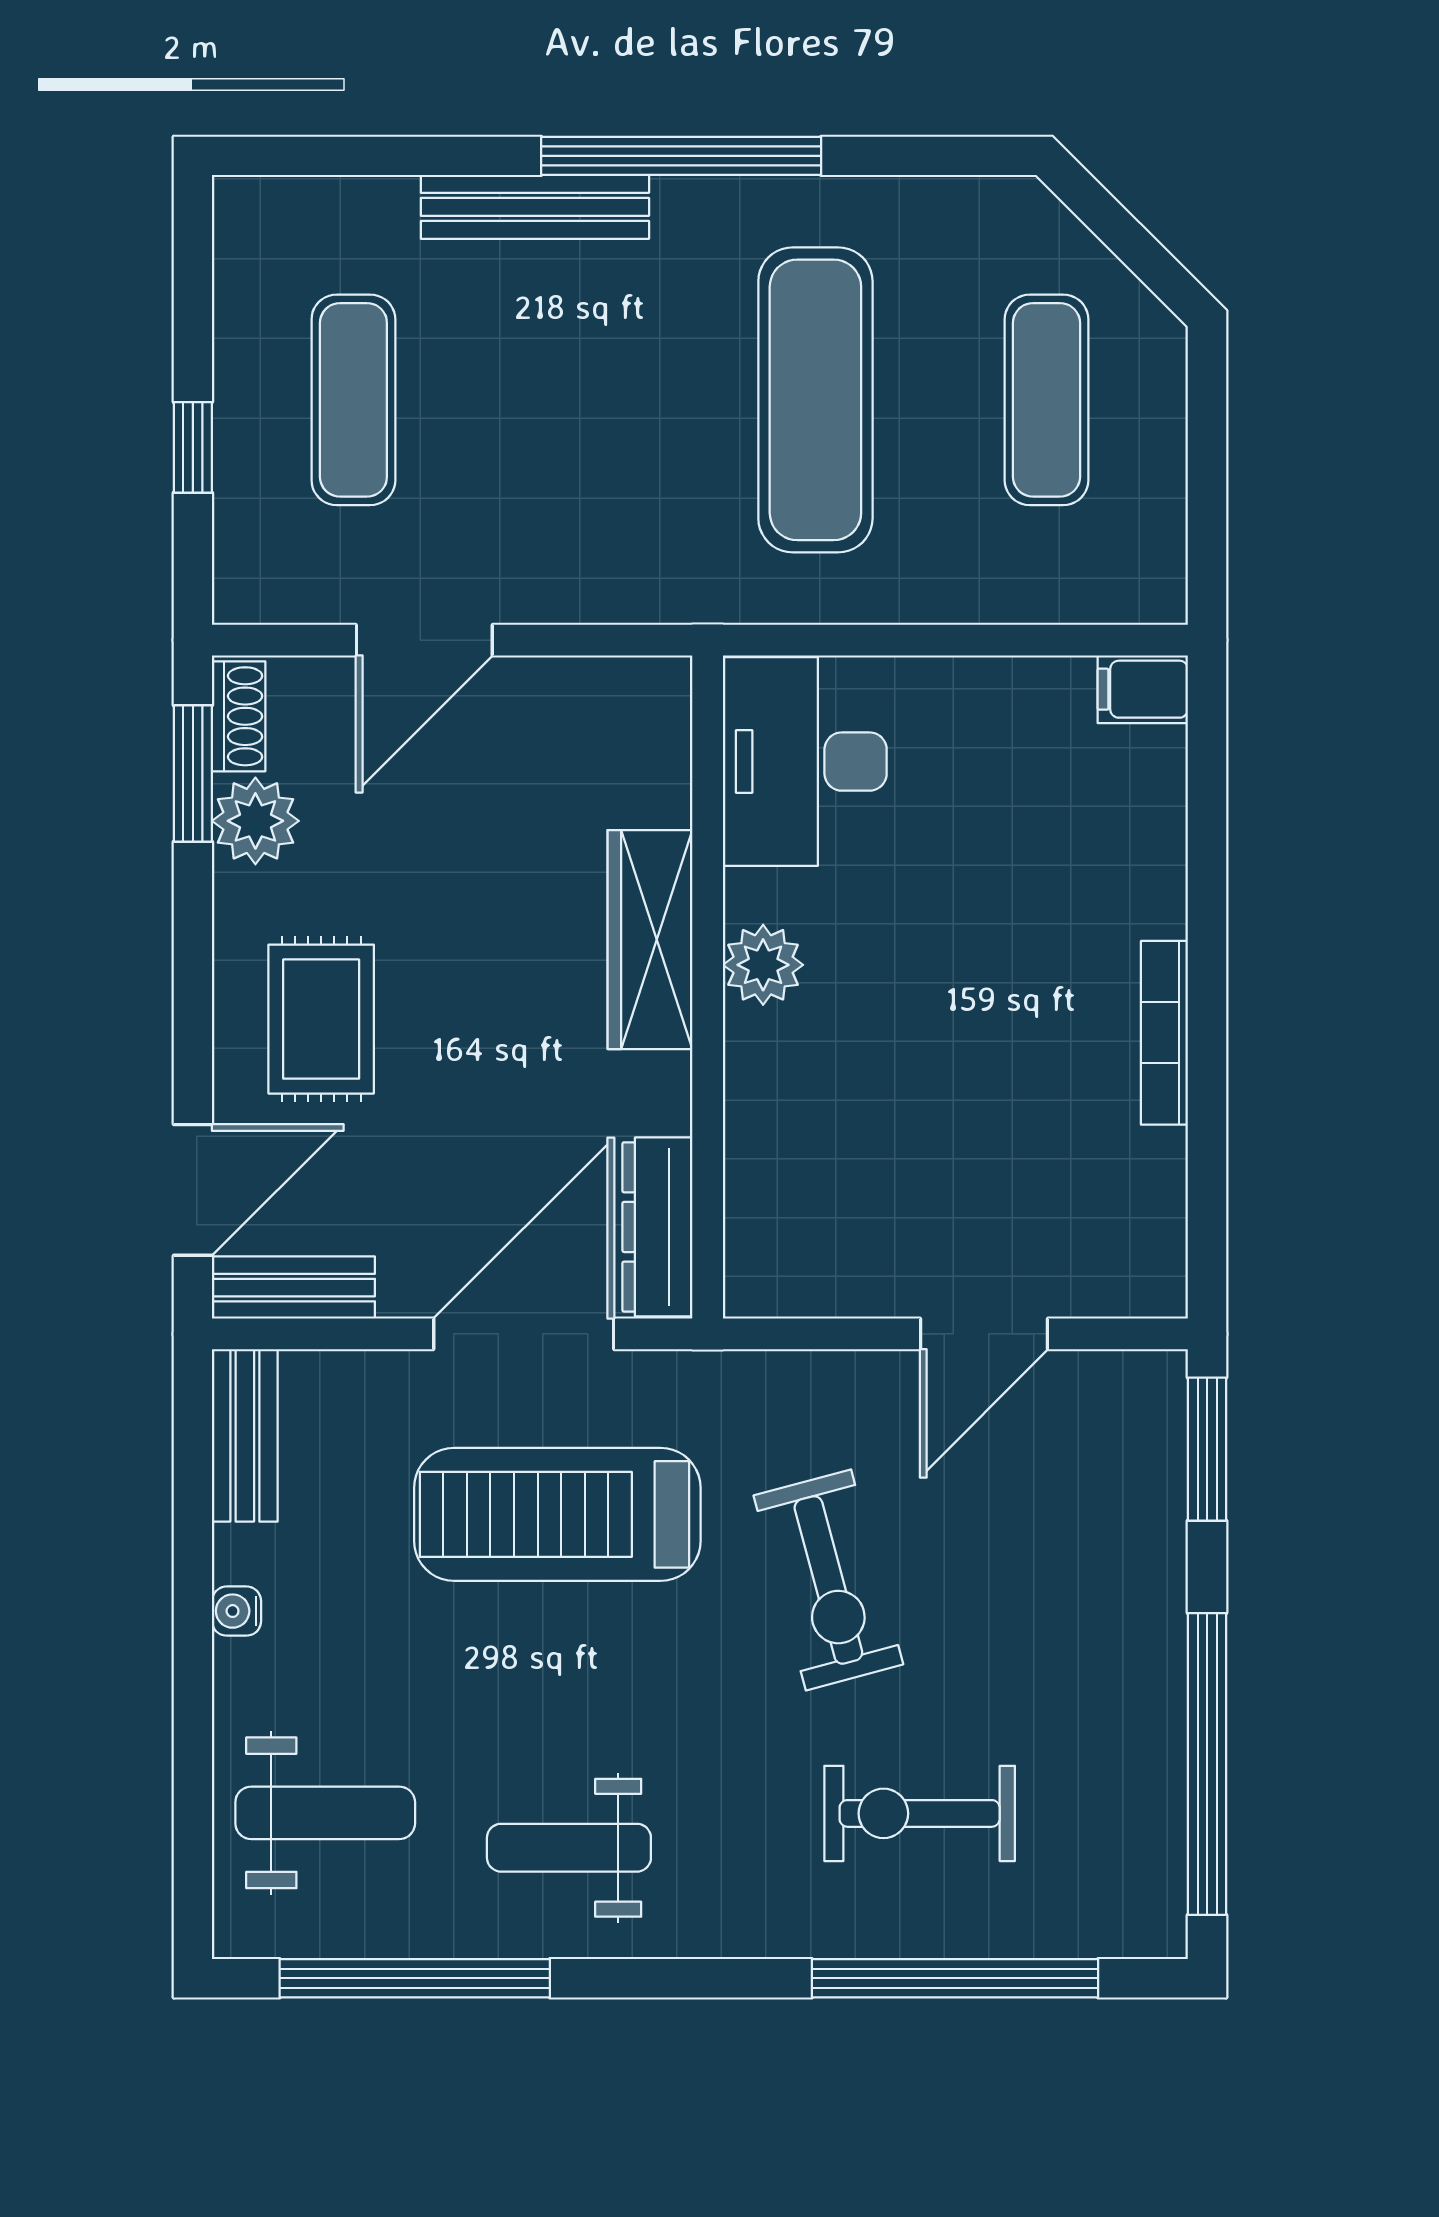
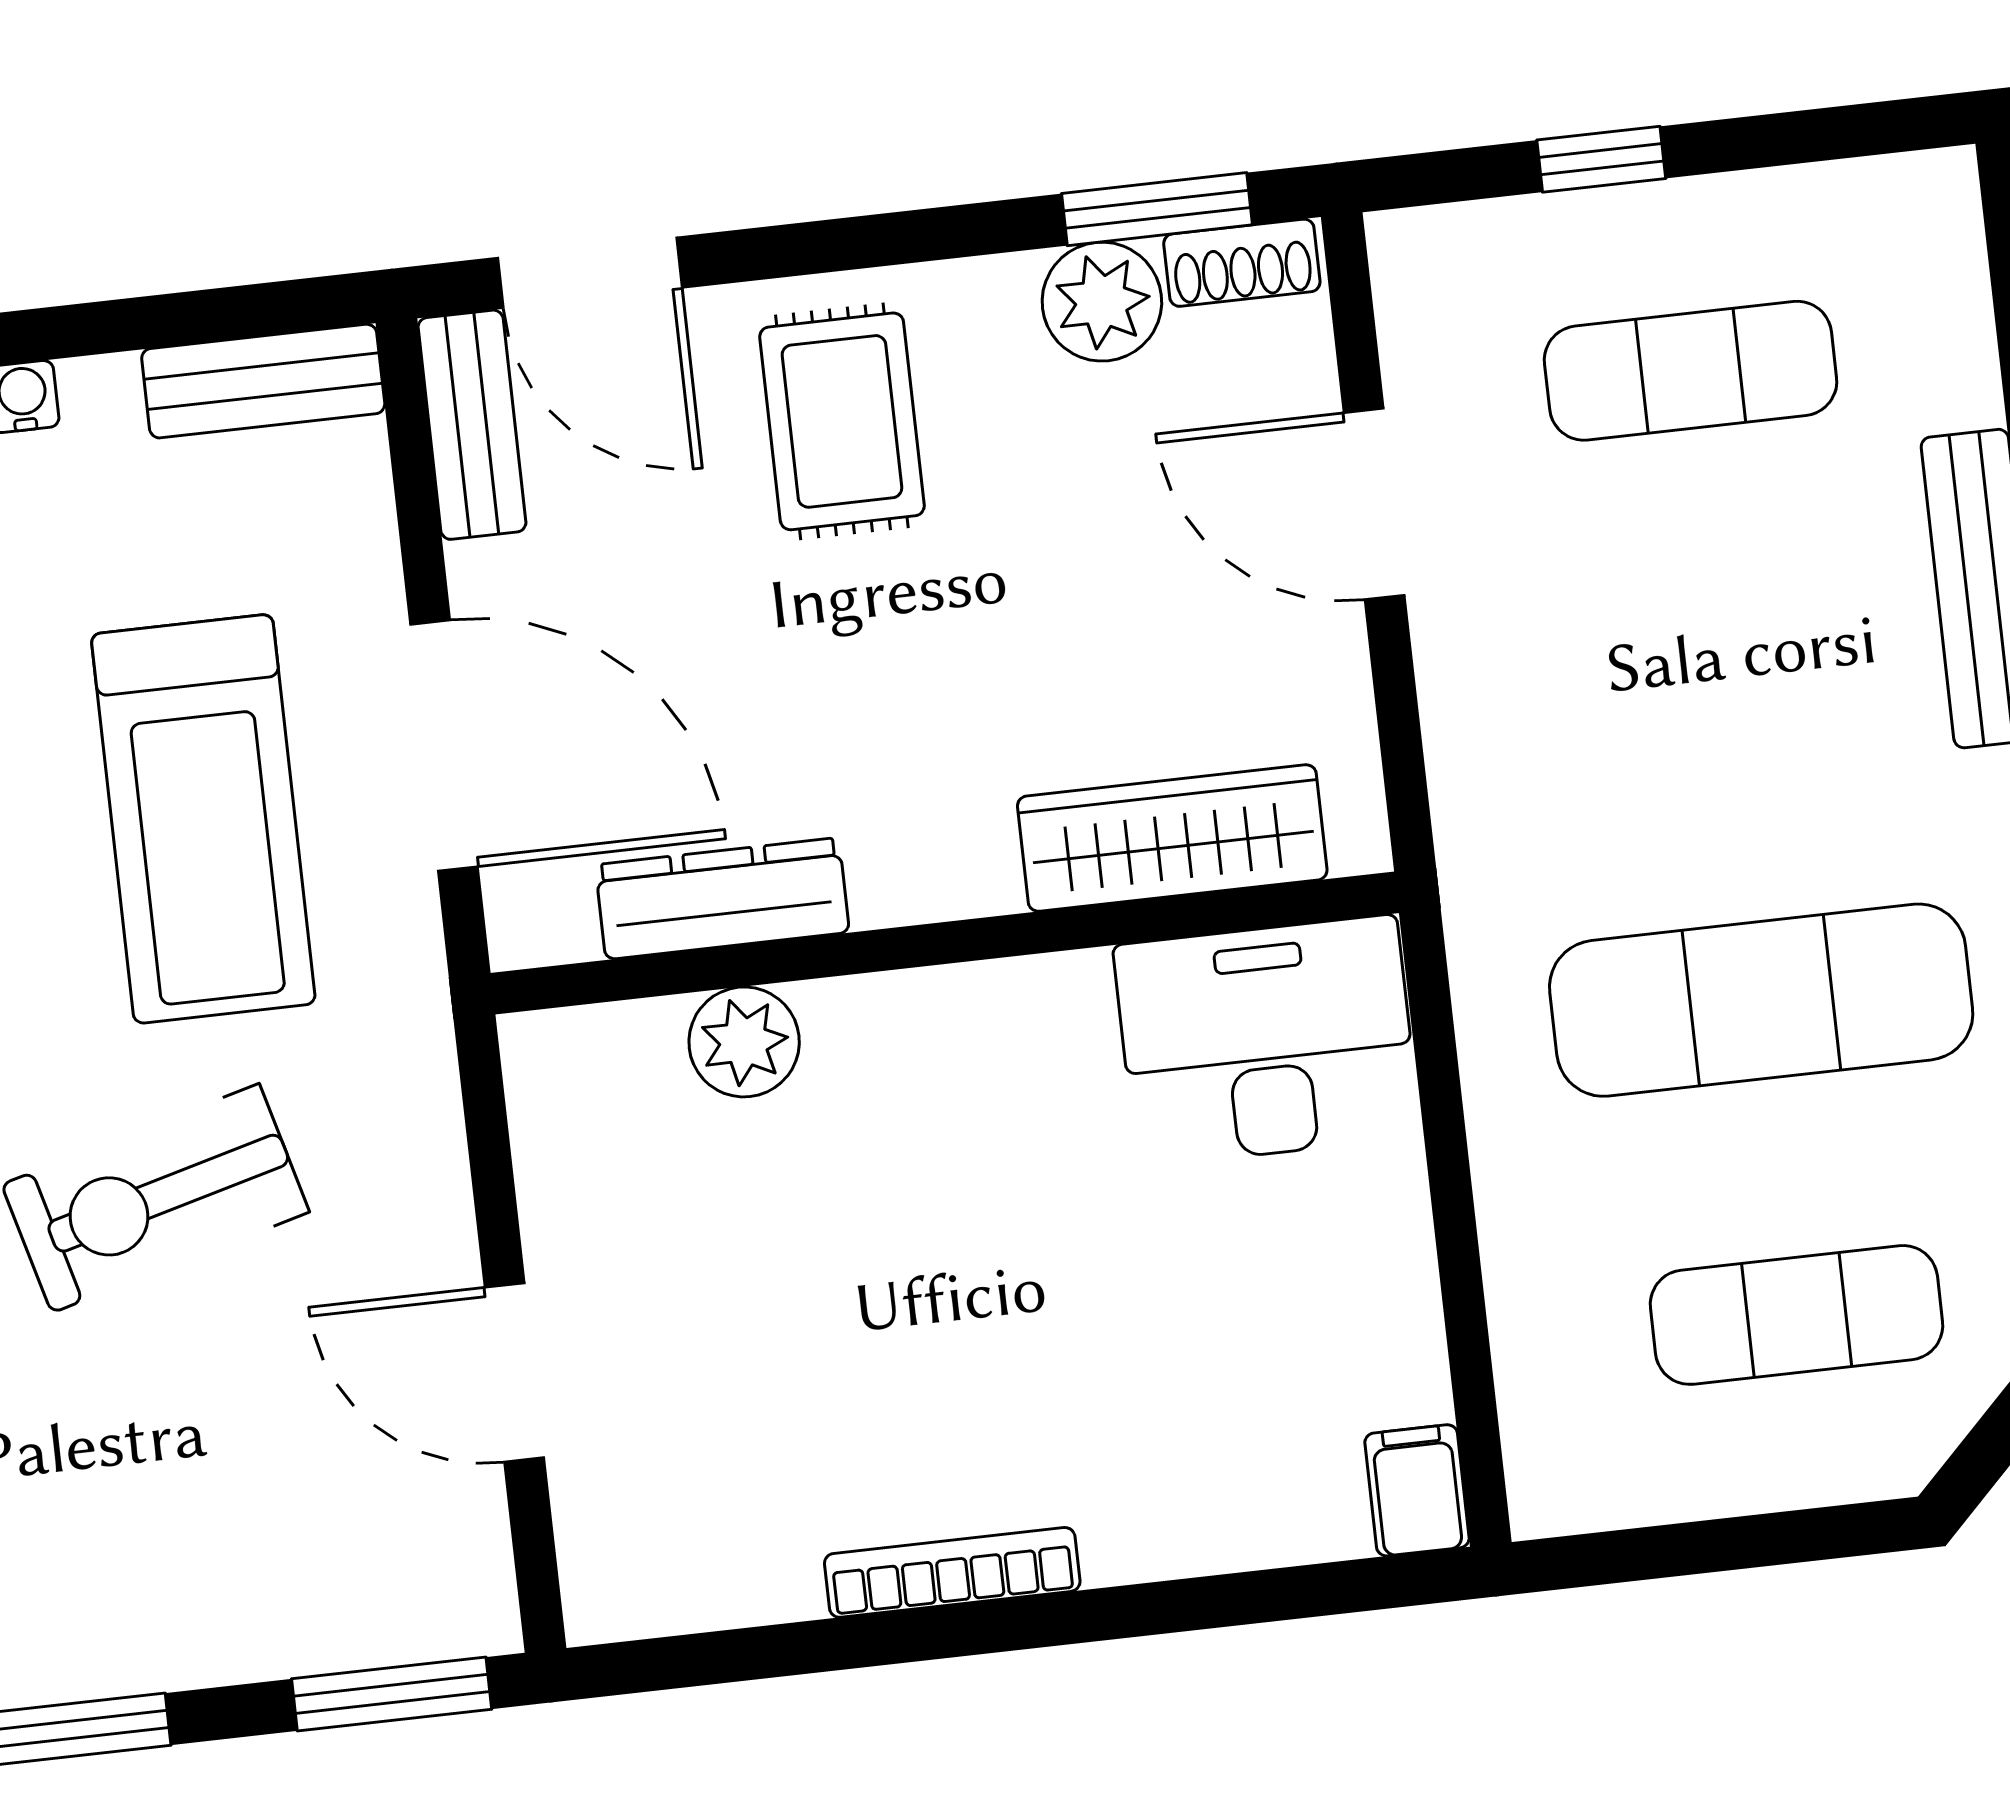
wardrobe: (650, 940) -> (1172, 838), moved
plant: (763, 965) -> (744, 1042), moved
rug: (321, 1019) -> (842, 421), turned 90
dresser: (657, 1227) -> (722, 899), moved
treadmill: (557, 1514) -> (203, 819), turned 180

